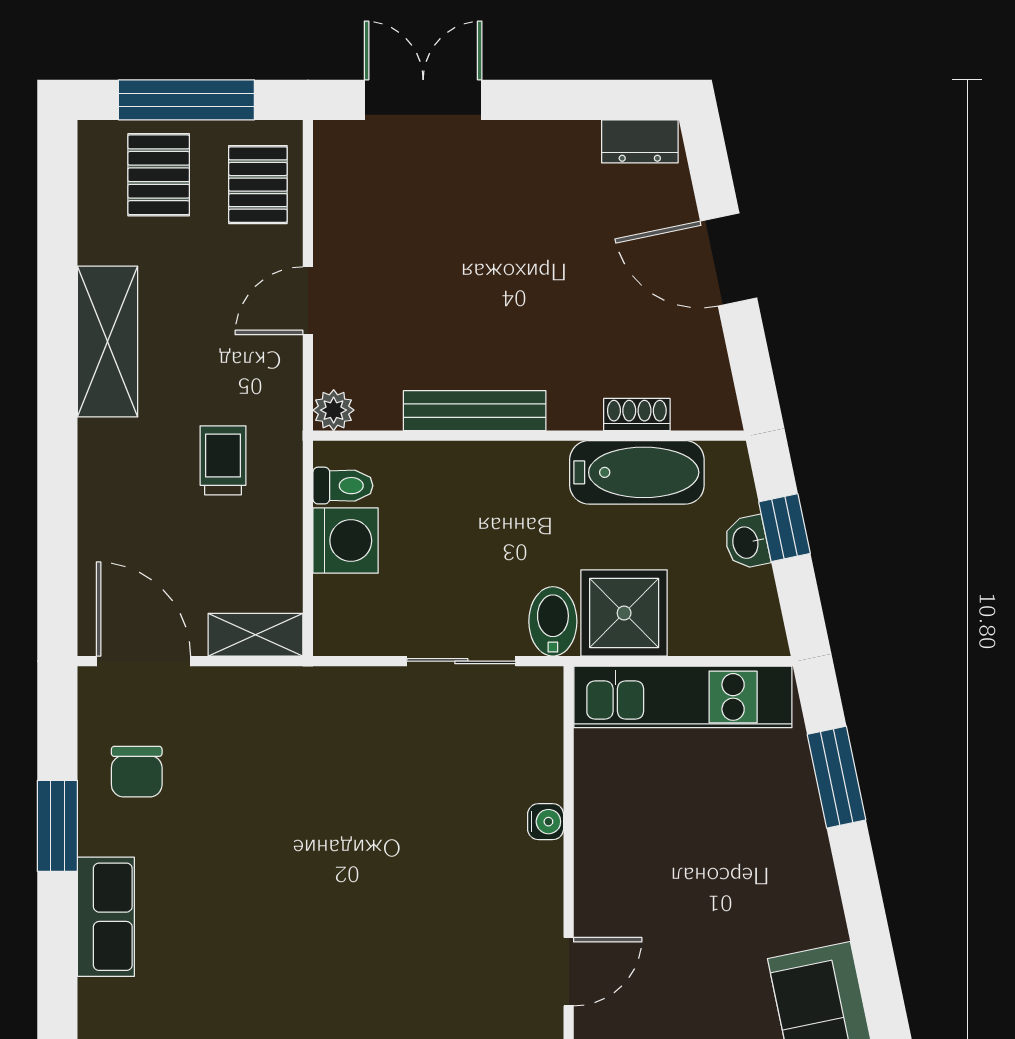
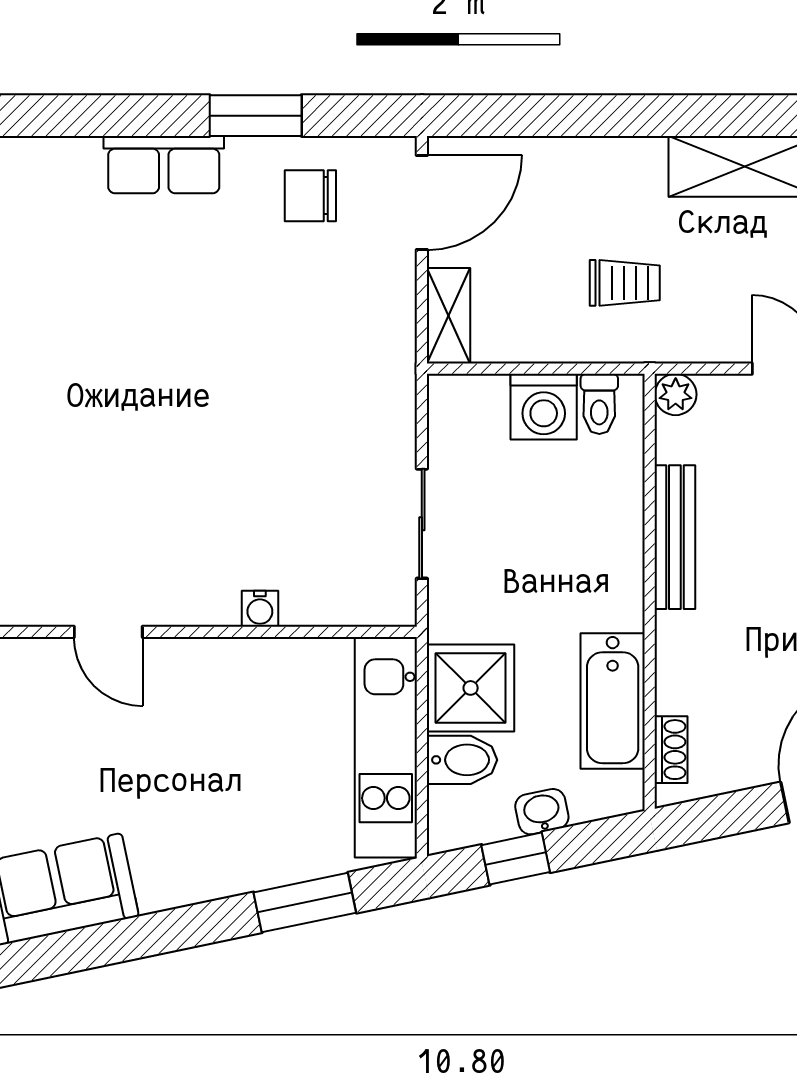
shoe rack: (637, 415) -> (671, 750), moved
window: (784, 528) -> (516, 859), moved
bidet: (553, 621) -> (462, 760), moved

